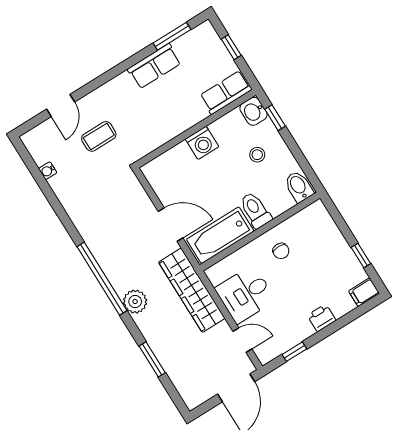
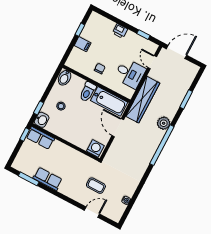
window: (231, 47) -> (25, 134), moved
washing machine: (202, 143) -> (95, 148), moved
filing cabinet: (364, 292) -> (83, 44), moved

